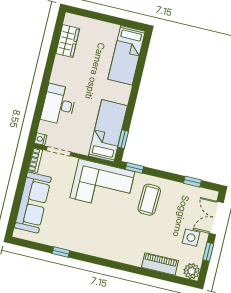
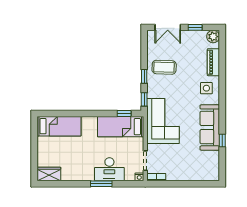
wardrobe: (68, 41) -> (49, 174), moved
window: (43, 90) -> (101, 184), added
window: (192, 182) -> (144, 76), moved
coffee table: (149, 200) -> (164, 67), moved
sofa: (33, 203) -> (210, 127), moved, turned -90
side table: (191, 238) -> (206, 88), moved

